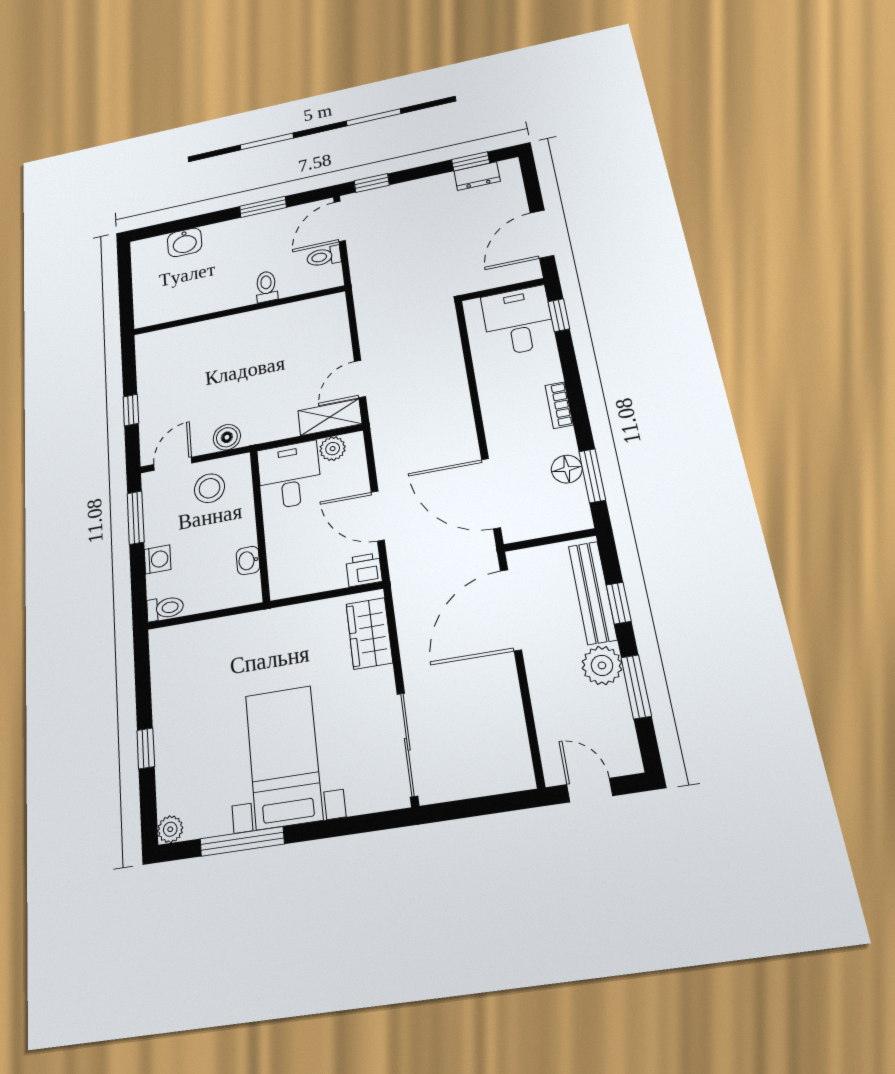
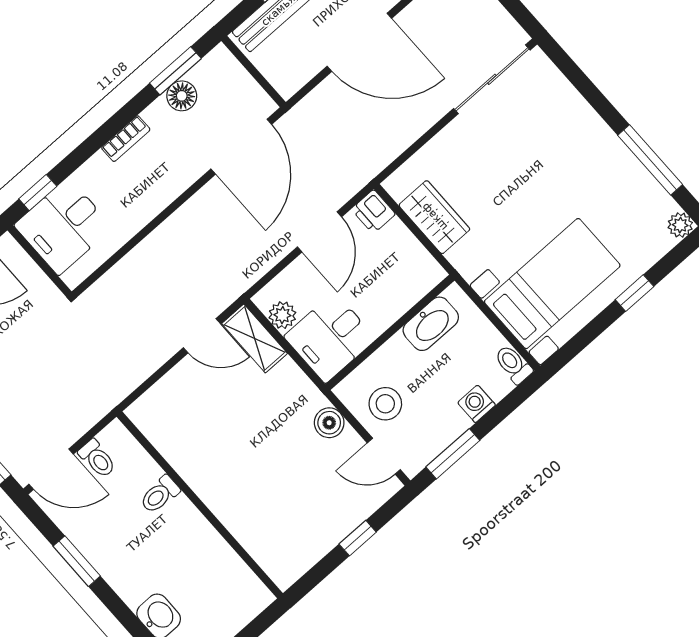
washbasin: (248, 560) -> (431, 324), width x1.91, depth x1.45
door: (511, 610) -> (359, 42), moved
wardrobe: (369, 633) -> (434, 217), moved, turned -90
bed with nightstands: (284, 757) -> (552, 284), moved, turned 180

